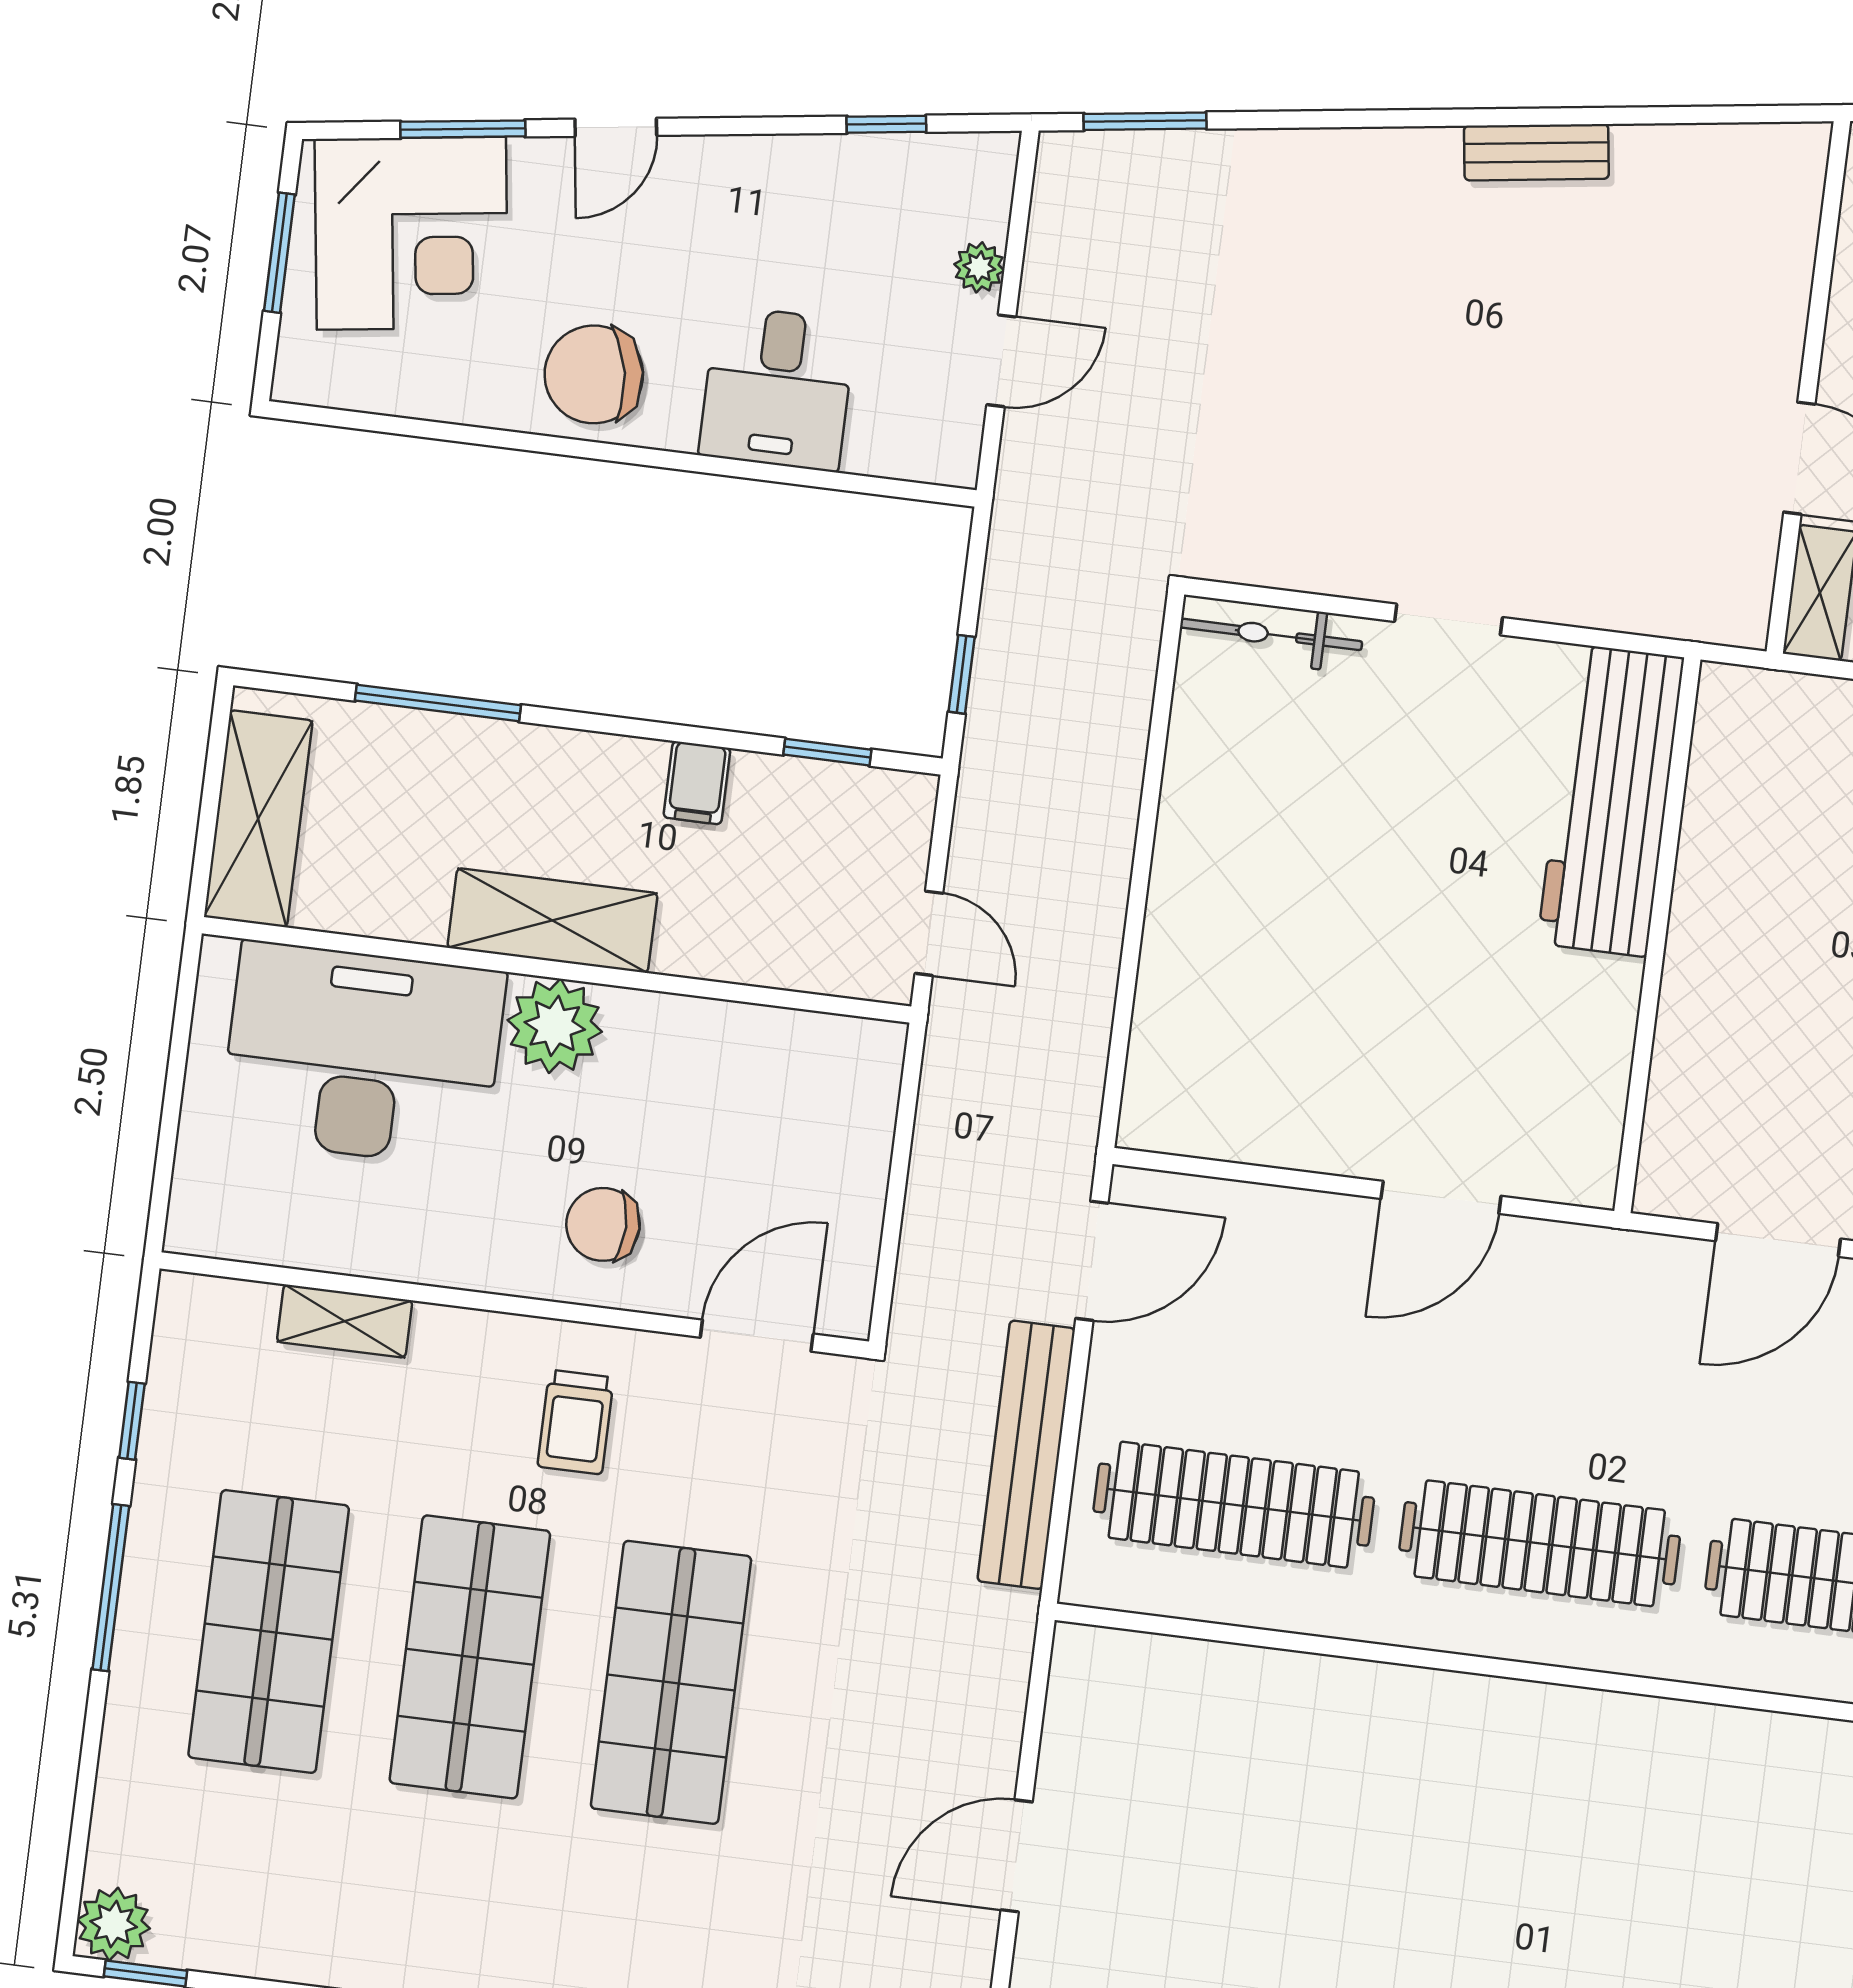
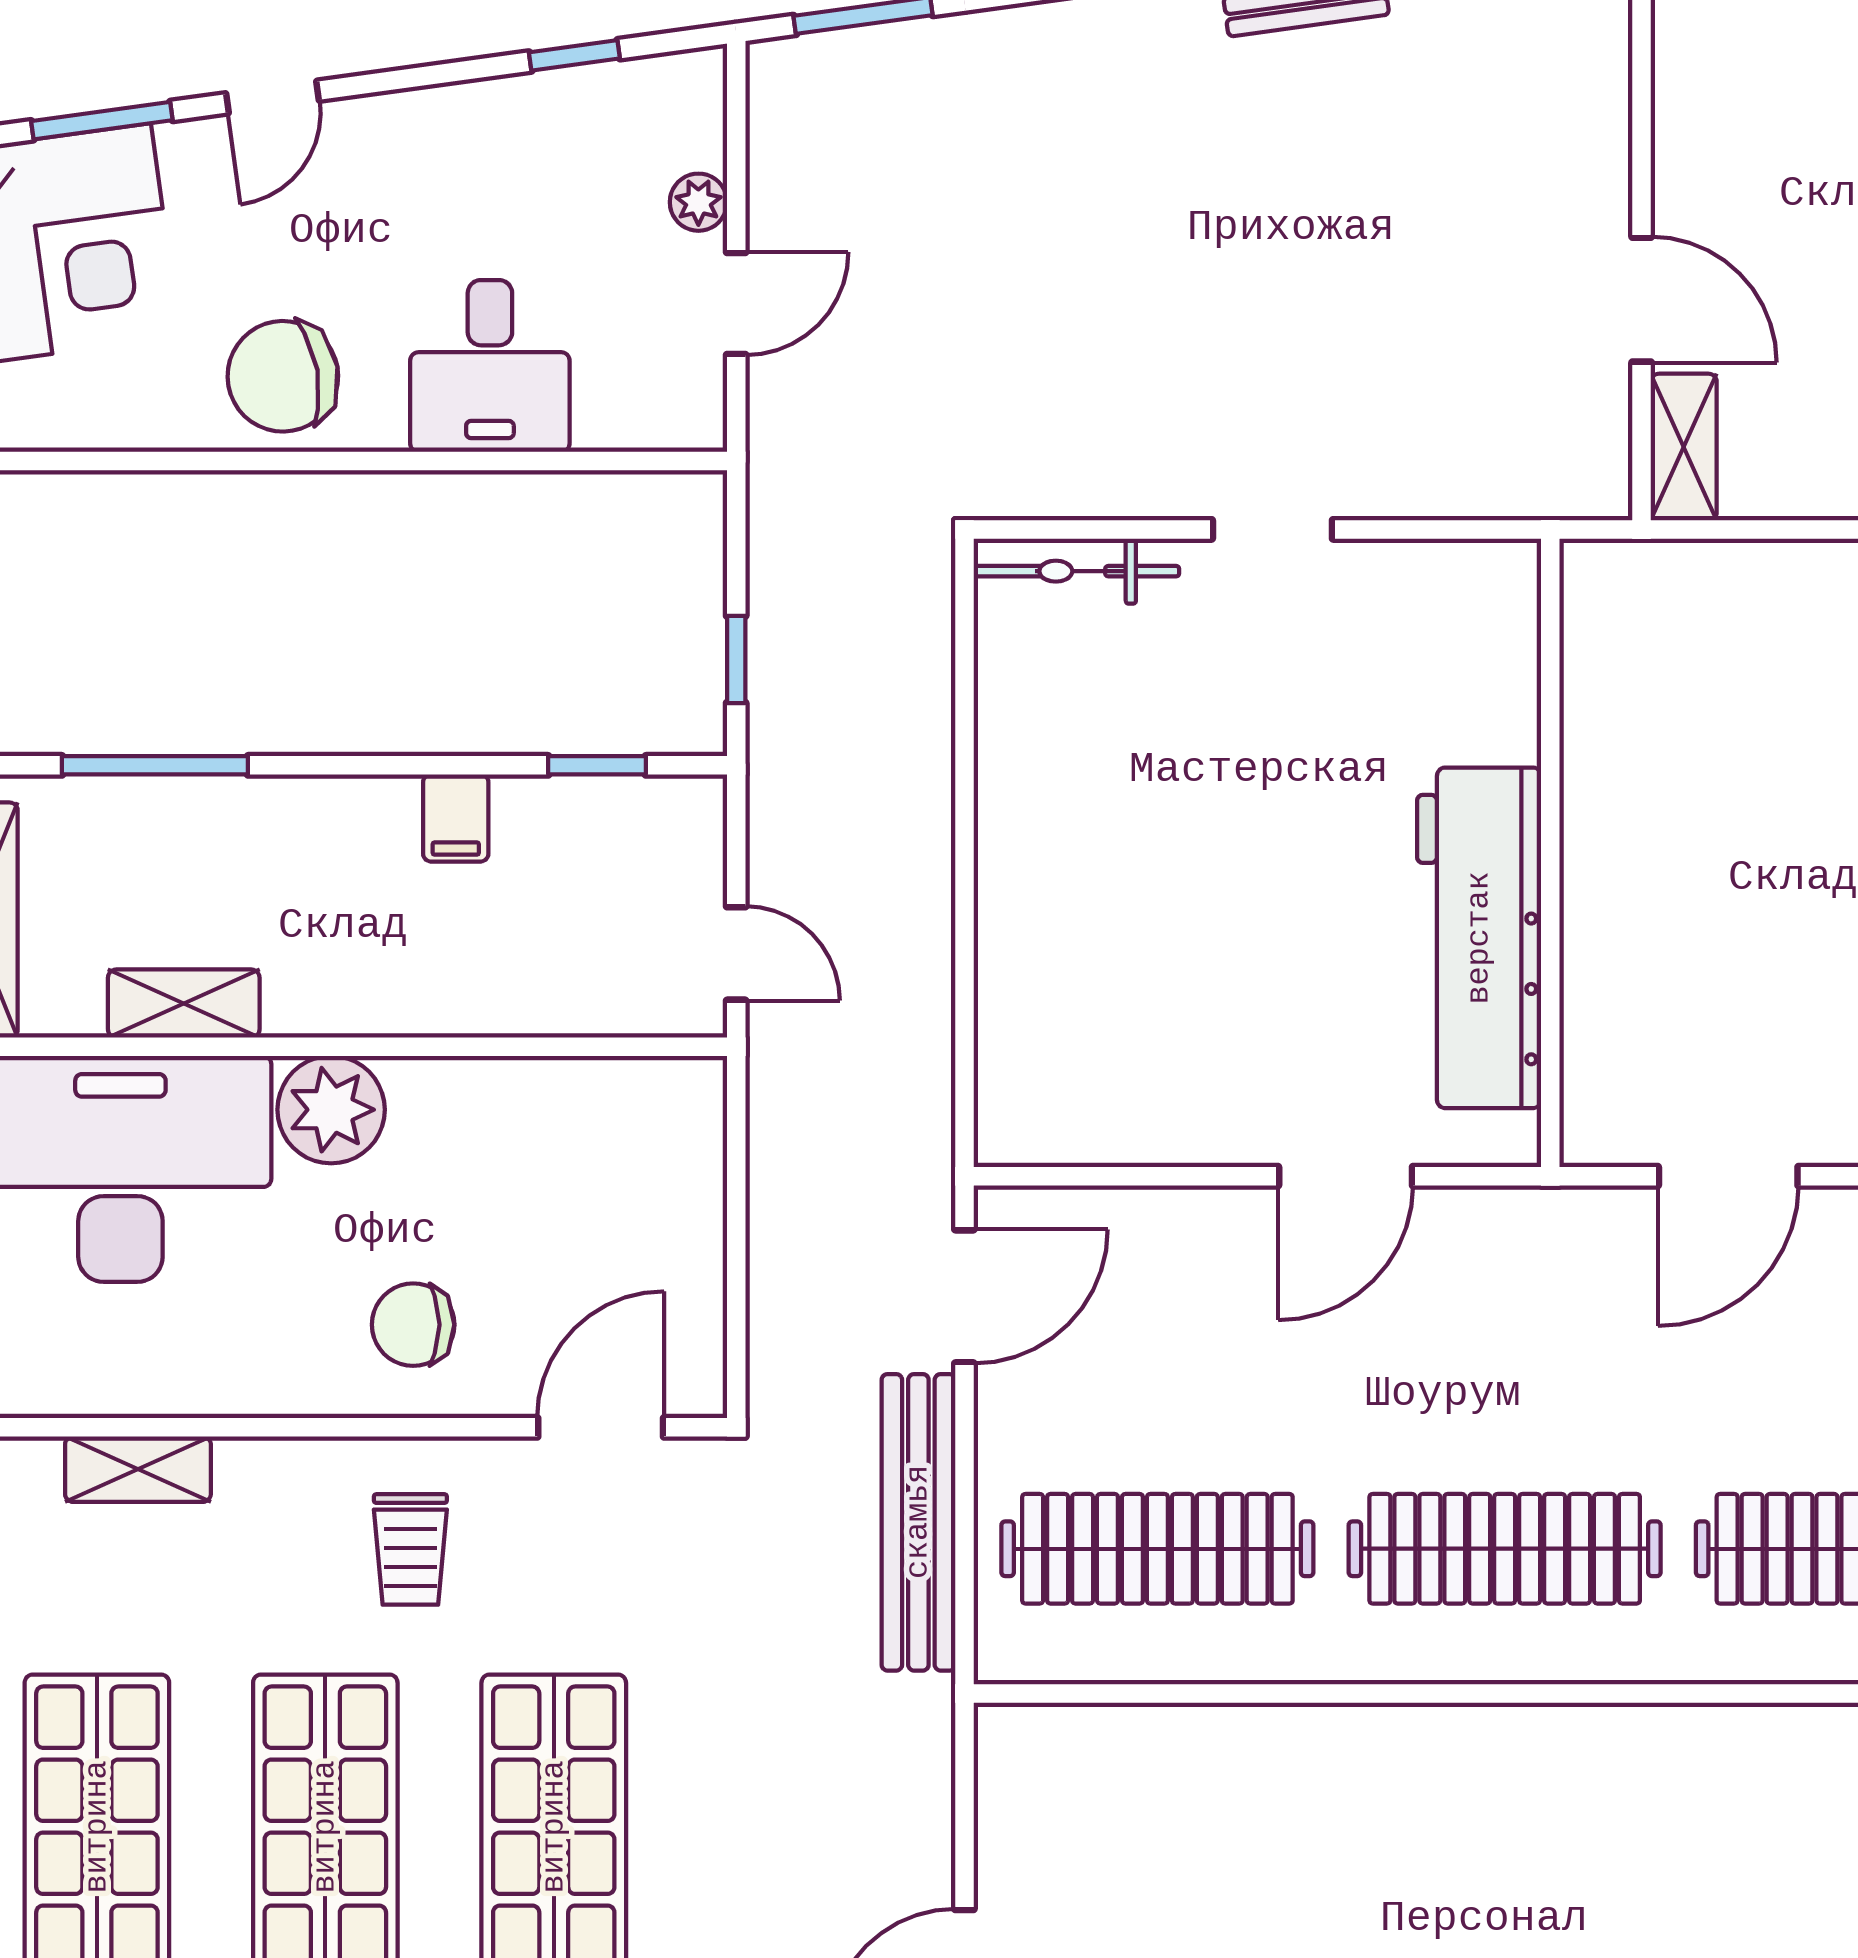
workbench: (1611, 801) -> (1479, 938), moved
shelving: (552, 920) -> (184, 1004), moved, width x0.67, depth x0.75

